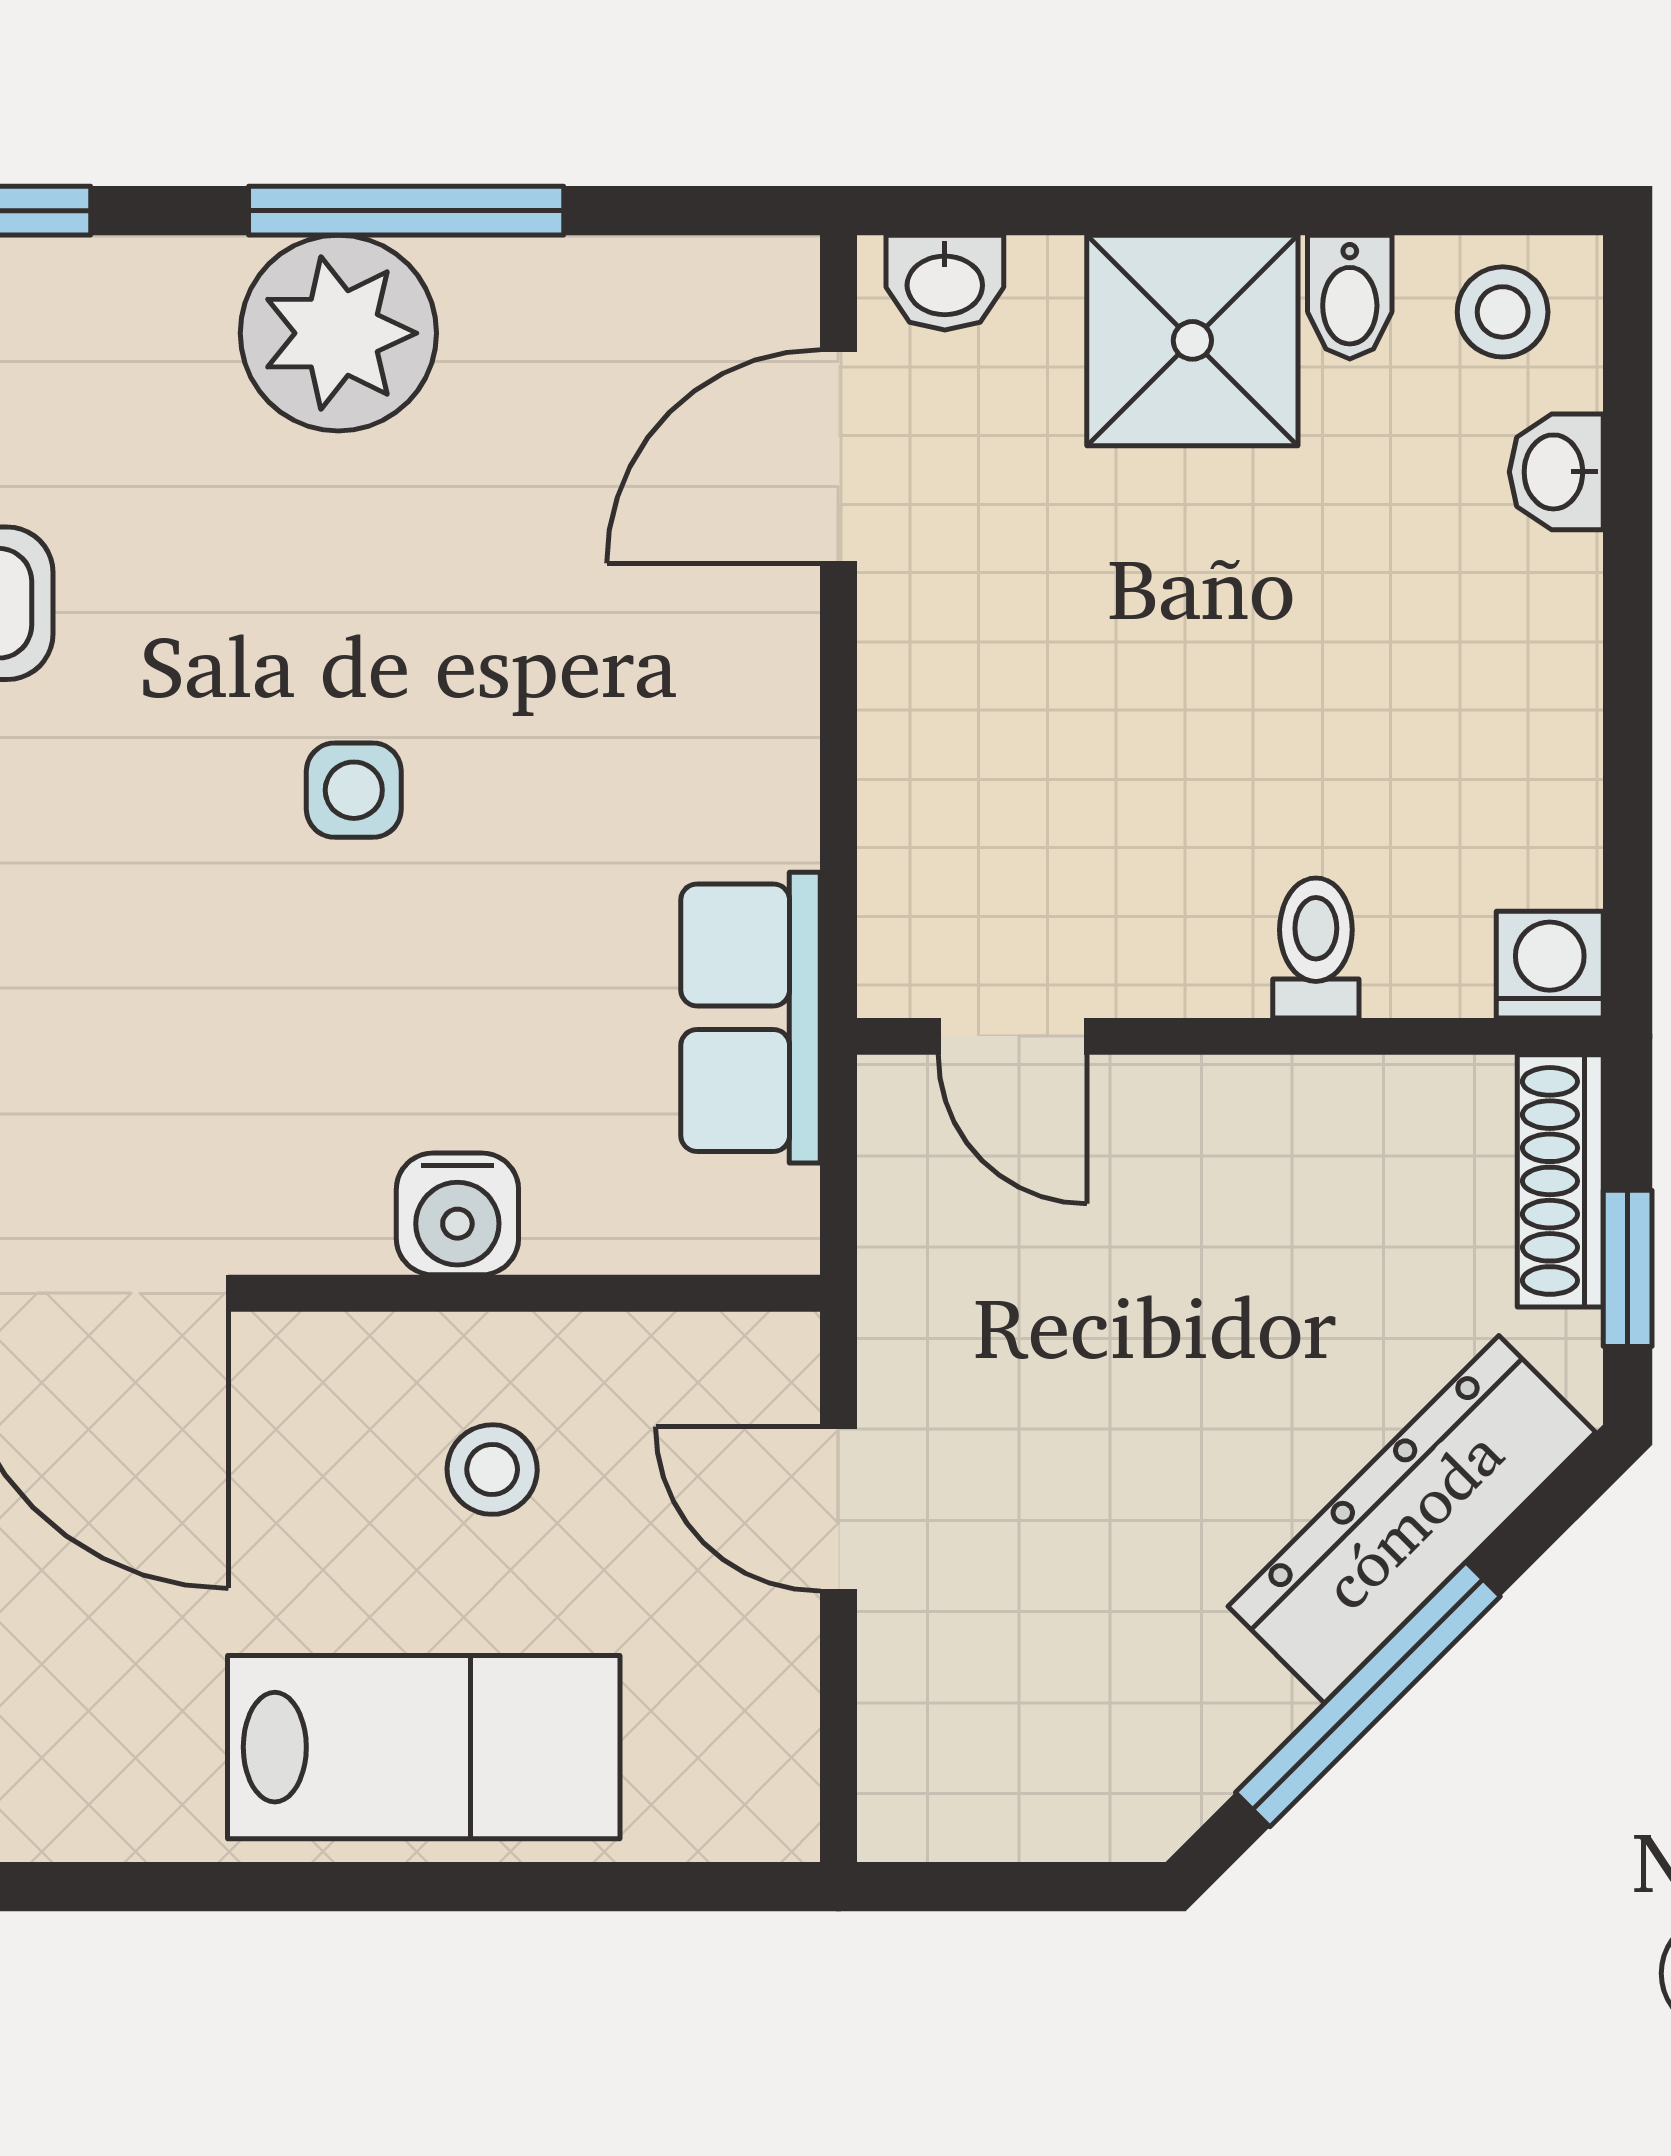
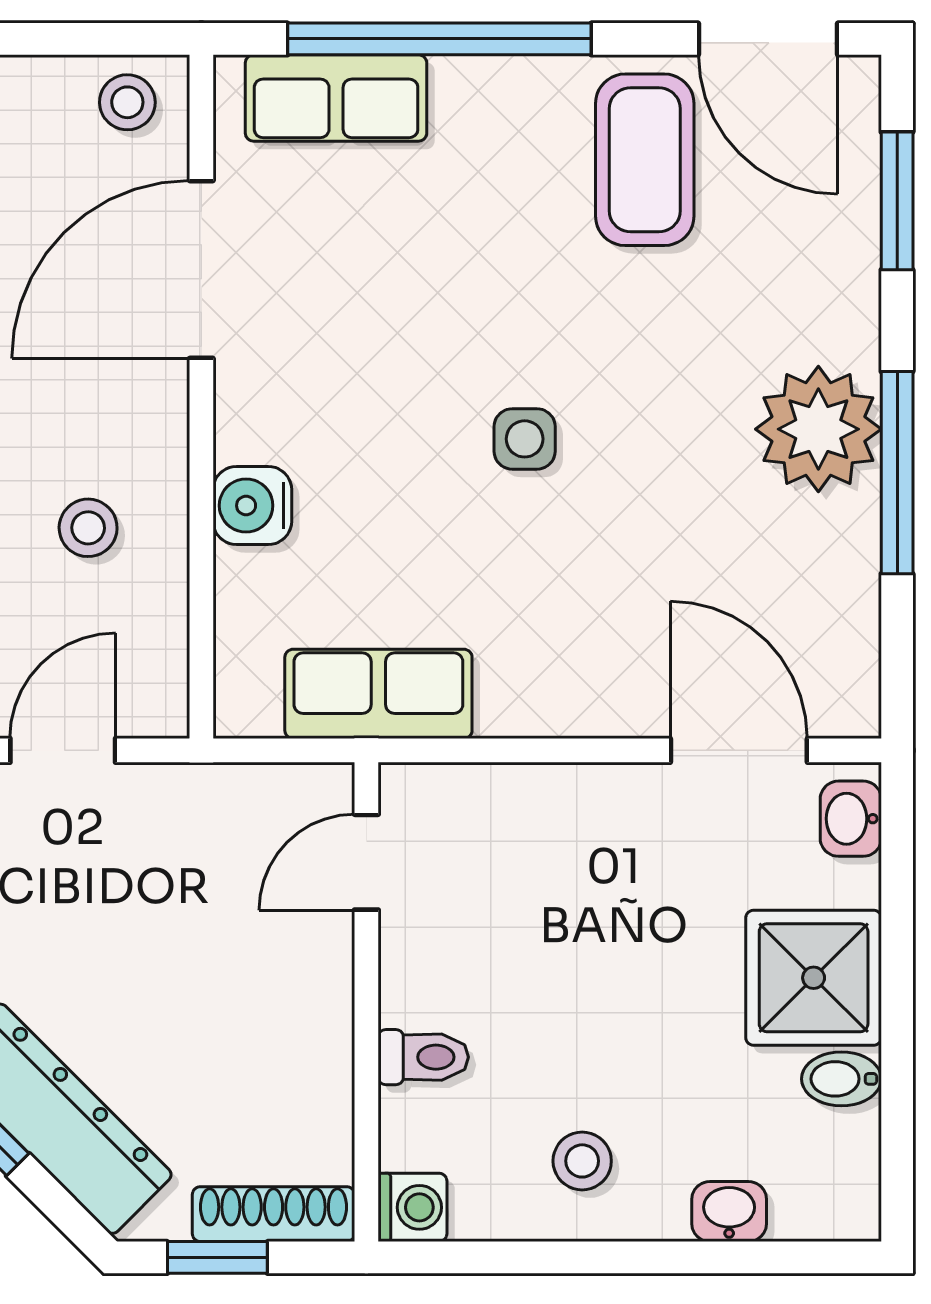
stool: (1503, 312) -> (582, 1161), moved

